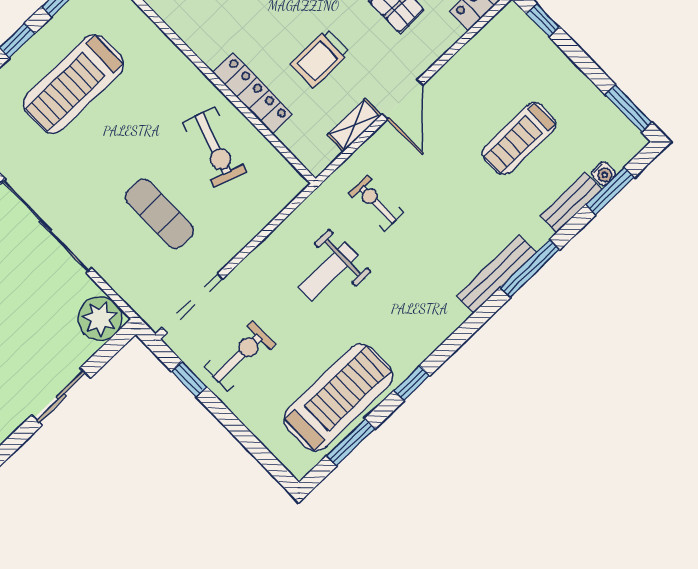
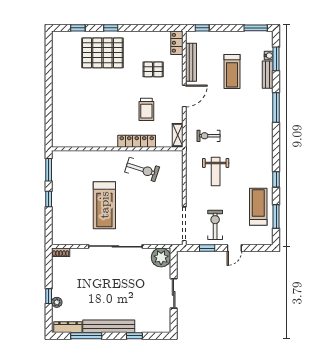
treadmill: (74, 84) -> (104, 205), moved
door: (403, 99) -> (184, 96), hinge flipped
shelving: (354, 125) -> (178, 135), moved
exercise mat: (159, 214) -> (146, 207), removed
bench: (497, 274) -> (191, 62), moved
treadmill: (338, 397) -> (258, 207), width x0.73, depth x0.73
door: (233, 424) -> (234, 248), added

